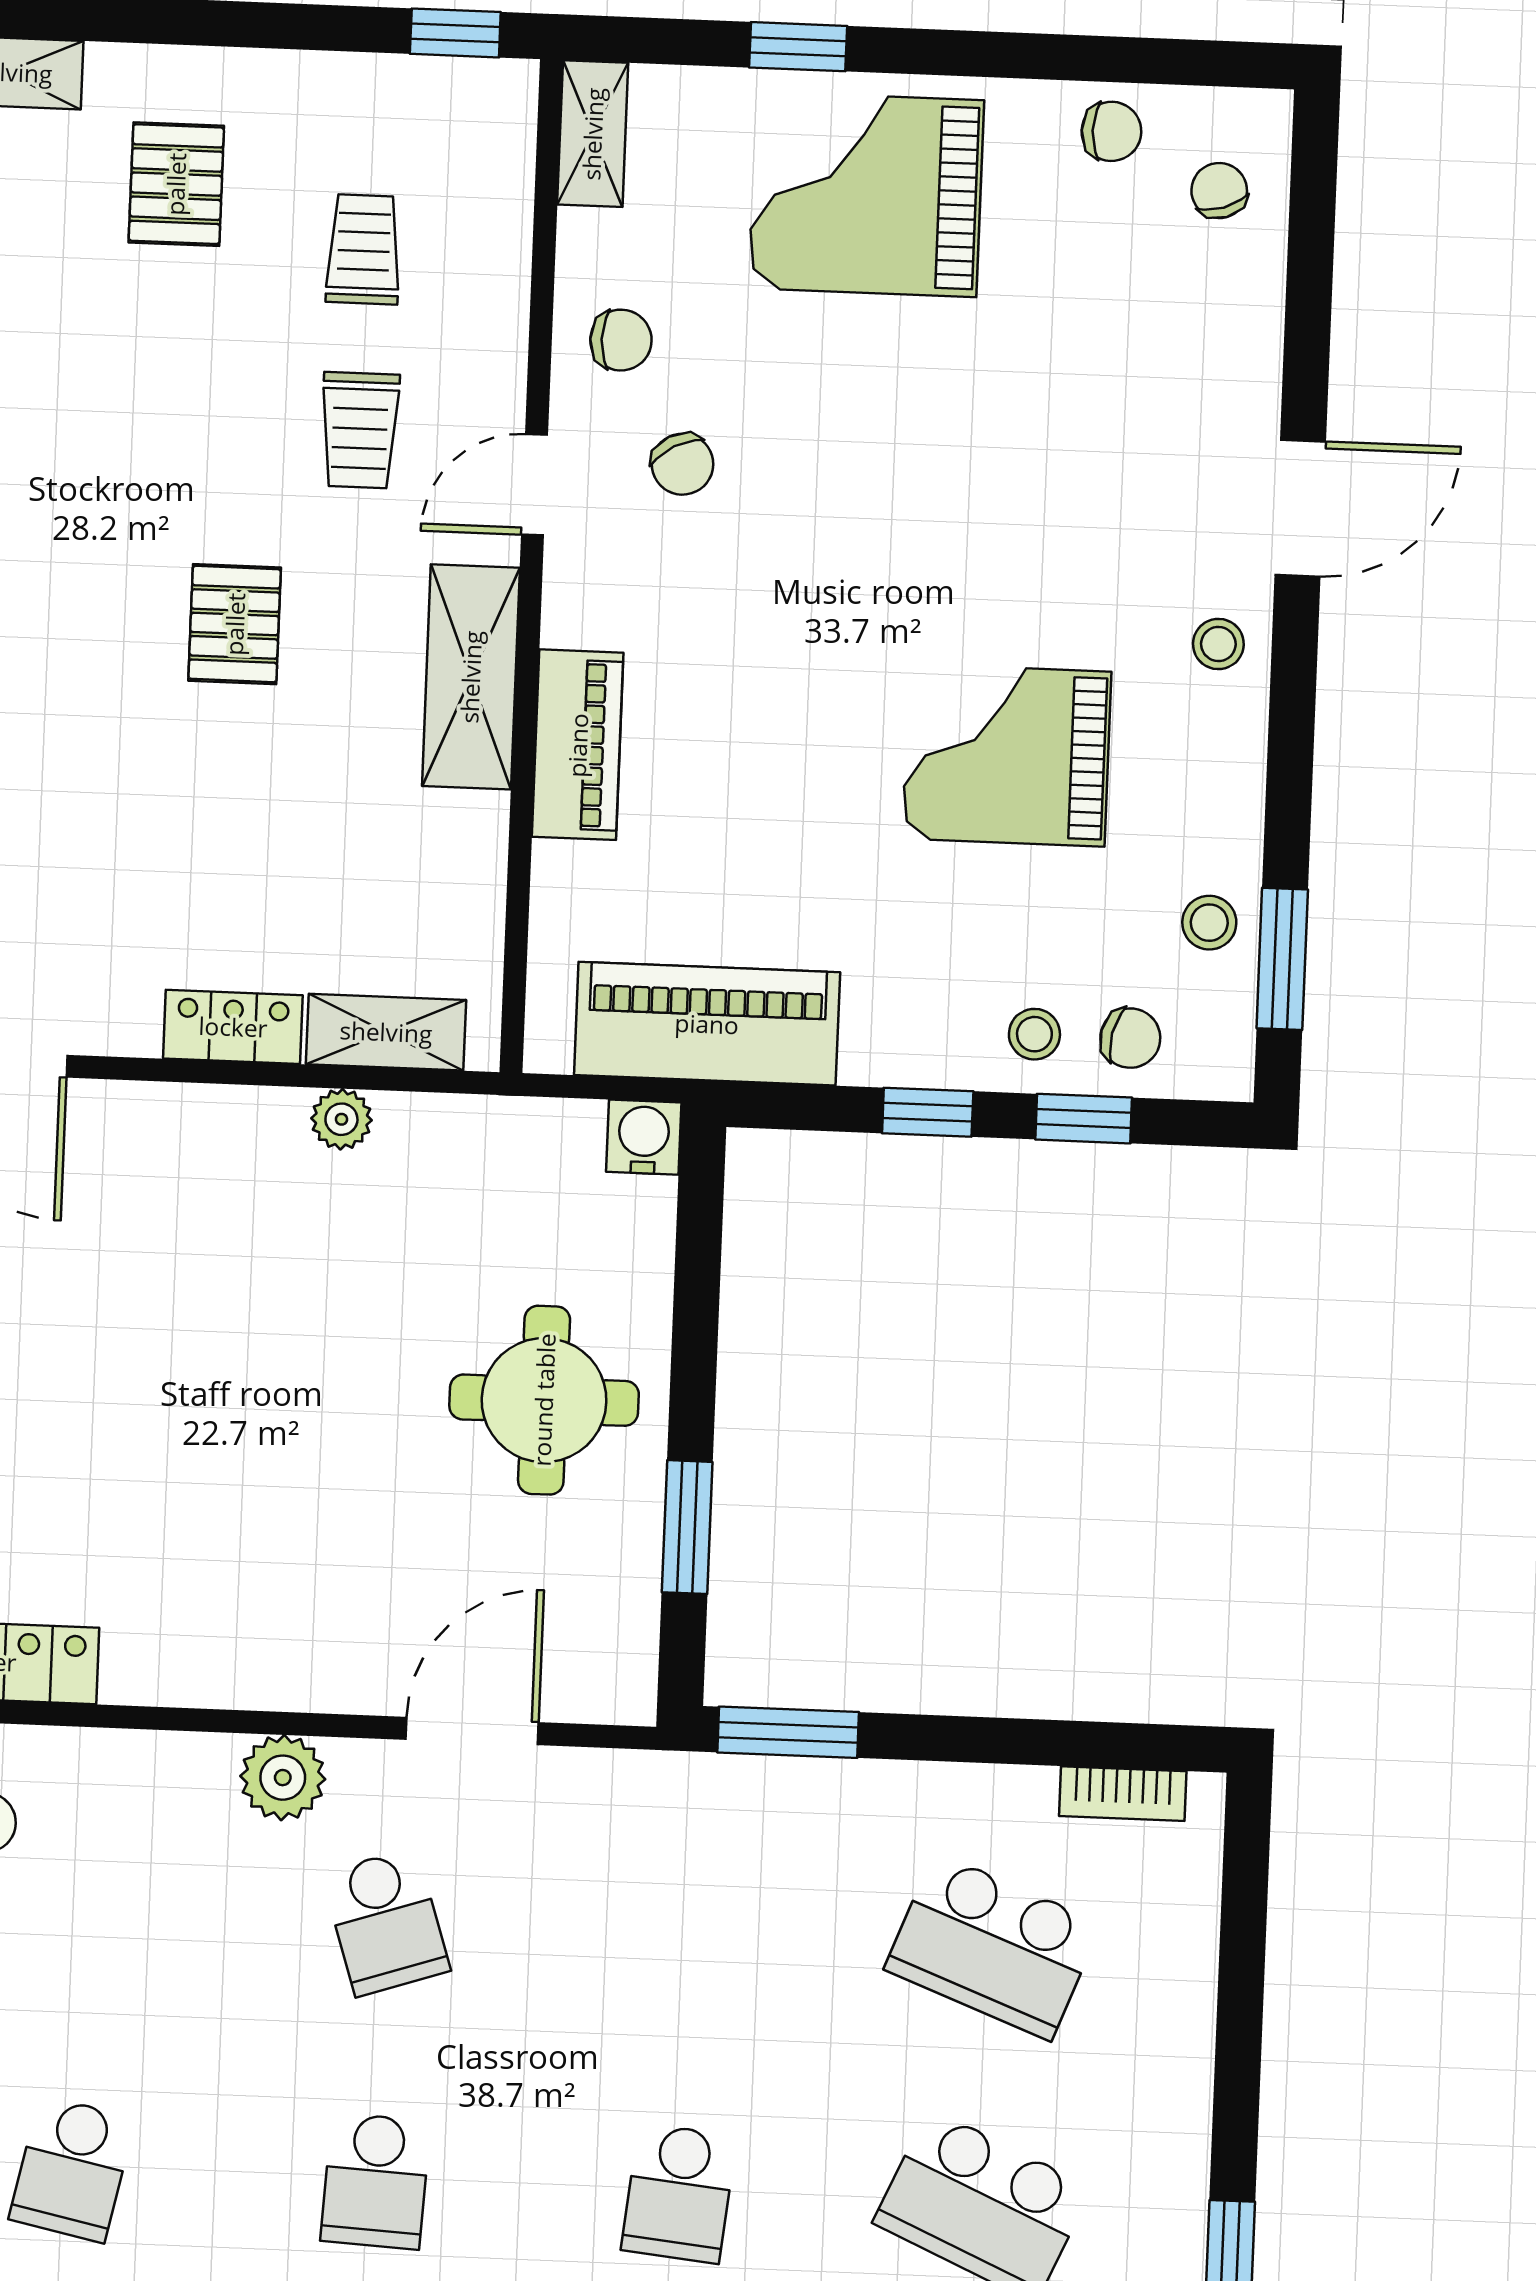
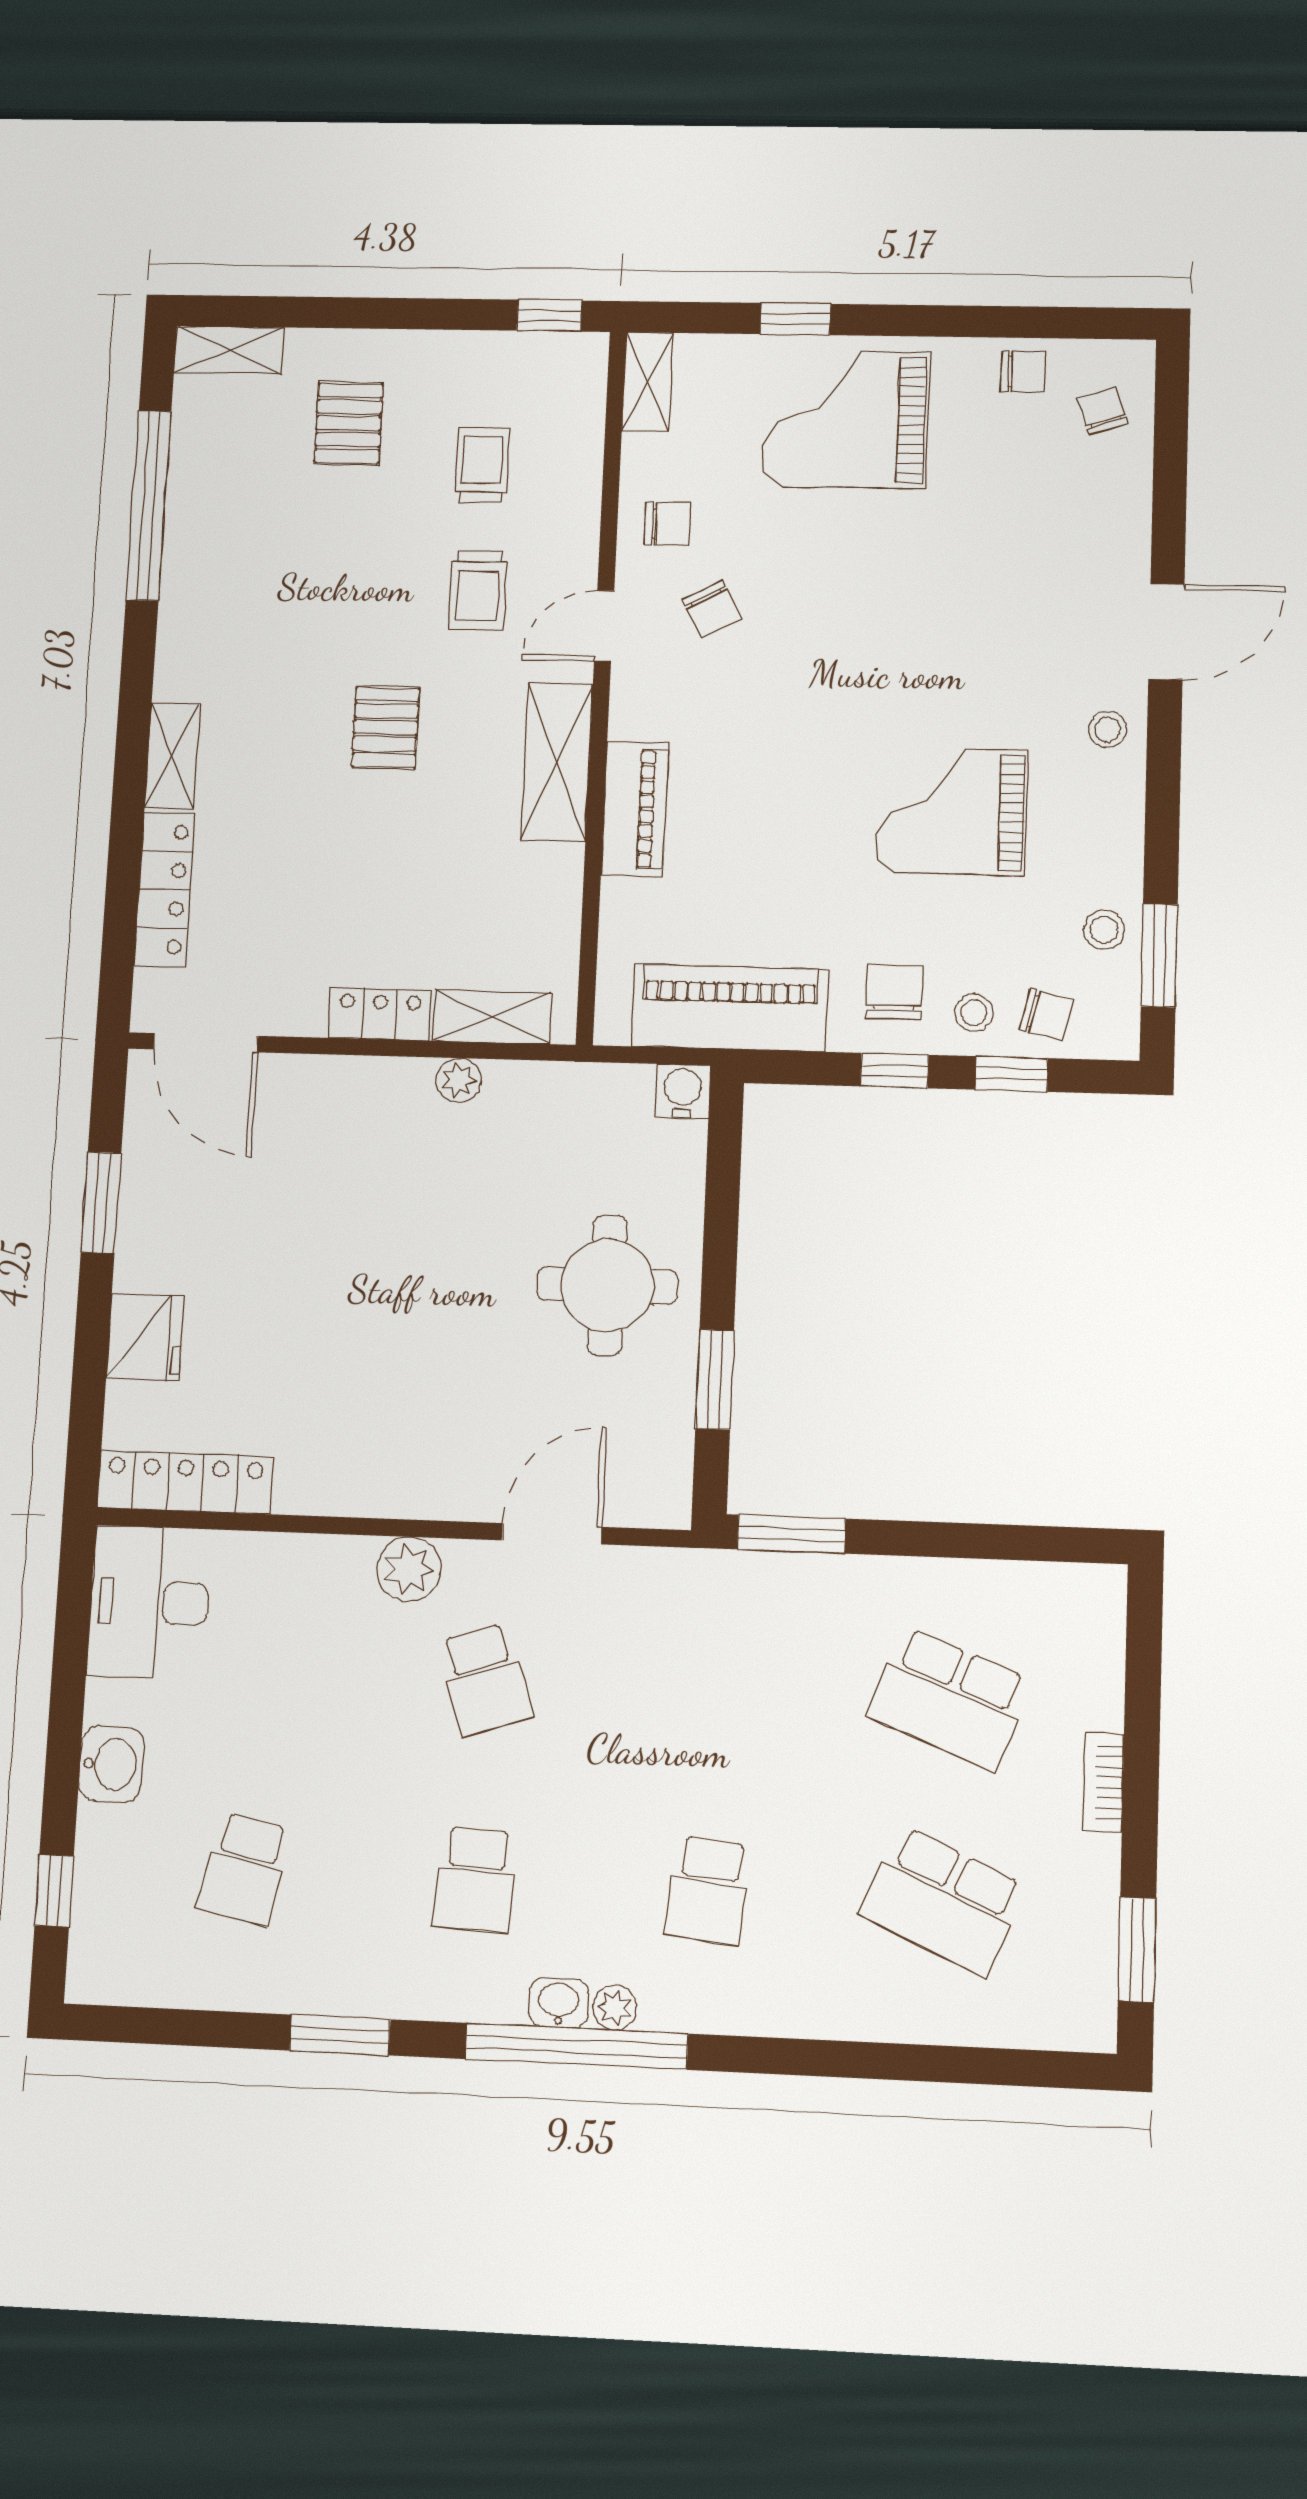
chair: (928, 1004) -> (894, 992), added
bookcase: (1123, 1794) -> (1103, 1782), moved, turned 90

